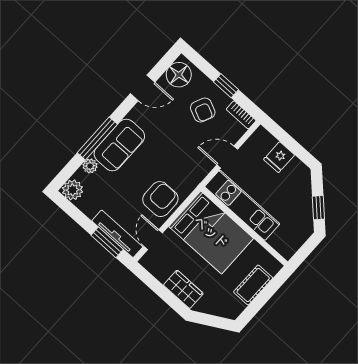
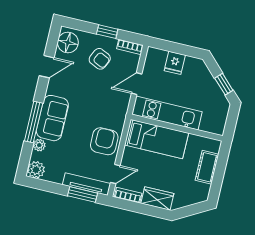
bed: (211, 232) -> (157, 139), width x0.67
door: (153, 240) -> (115, 174), swing flipped
bookcase: (155, 269) -> (128, 195), added

